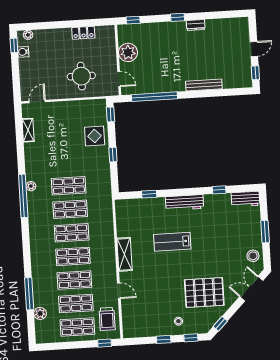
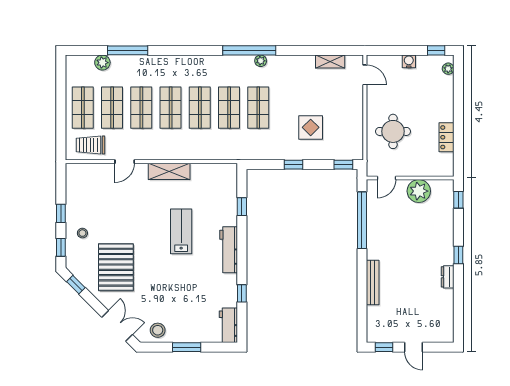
water cooler: (23, 52) -> (409, 61), moved
display table: (95, 136) -> (311, 127), moved
window: (105, 343) -> (61, 140), removed

